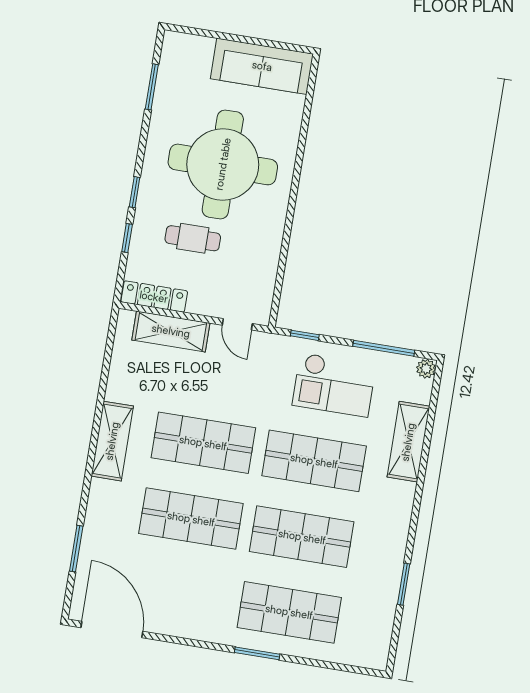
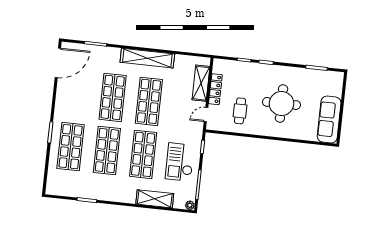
round table: (223, 164) -> (281, 103), width x0.73, depth x0.73
cafe table: (193, 238) -> (240, 111), moved
locker: (154, 297) -> (215, 89), moved
shelving: (112, 441) -> (147, 58), width x1.47

